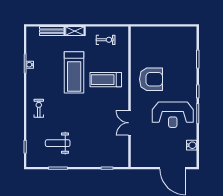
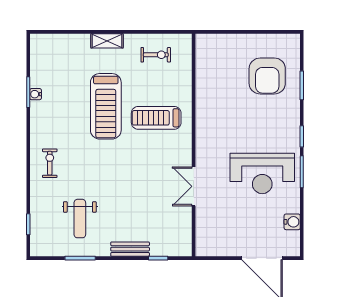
bench: (52, 31) -> (130, 249), moved
armchair: (151, 79) -> (267, 76), moved, turned 90
weight bench: (58, 143) -> (80, 219), turned -90

